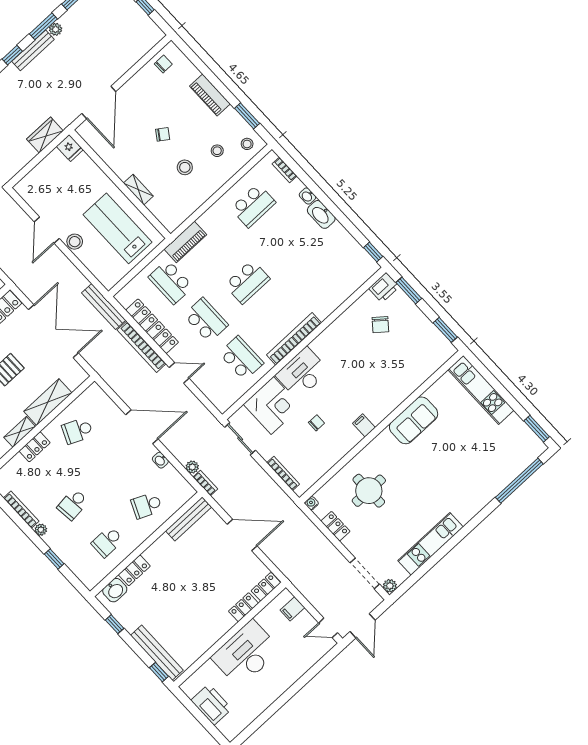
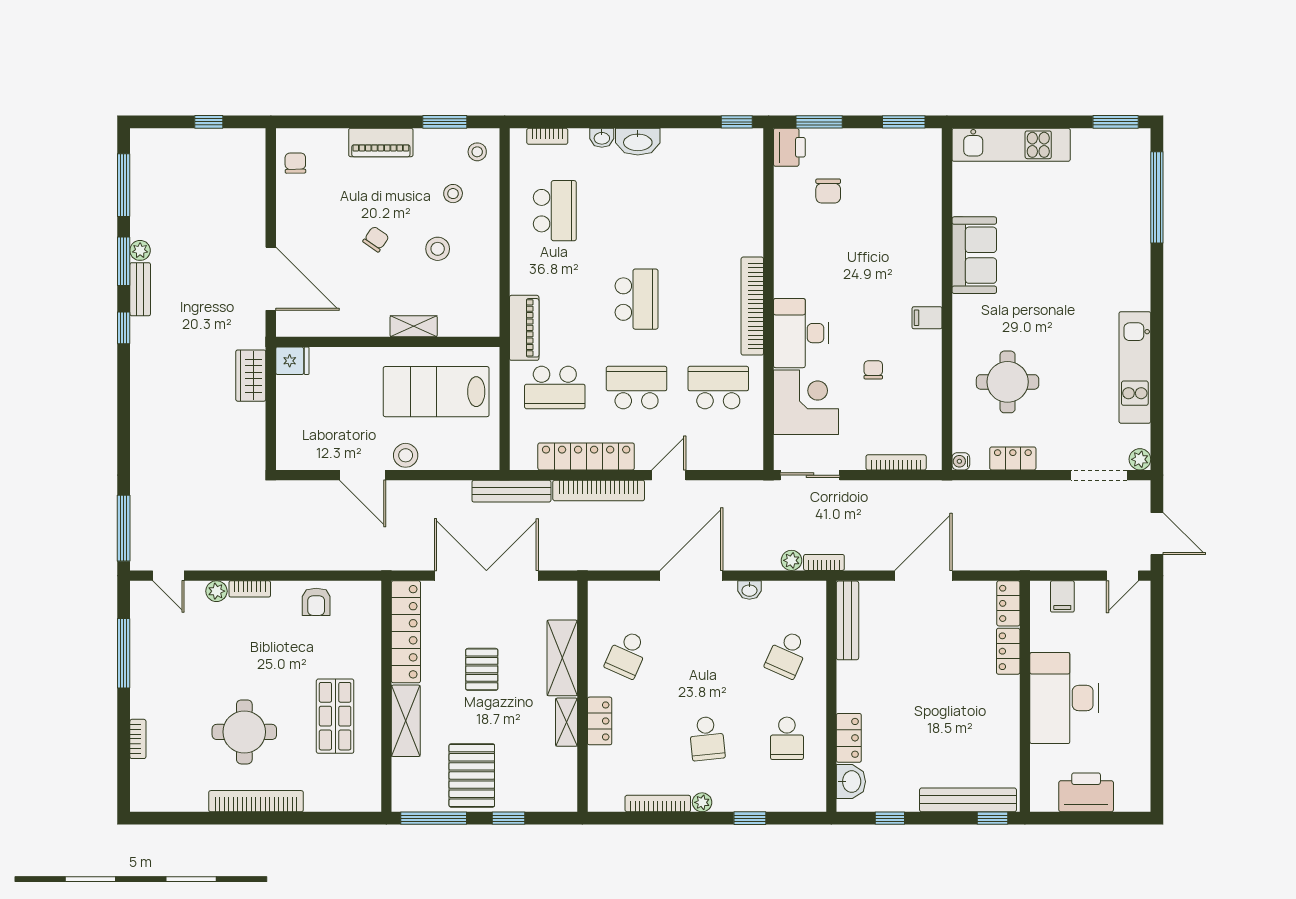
bench: (33, 50) -> (140, 289), width x0.73
chair: (380, 325) -> (828, 191), turned 51

